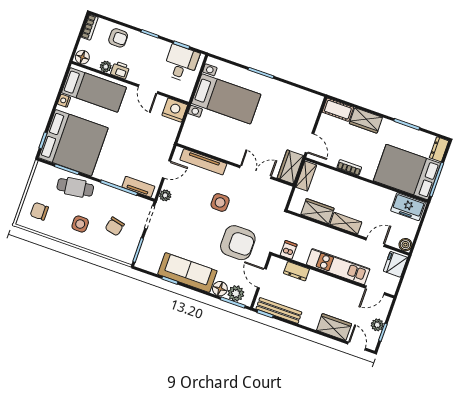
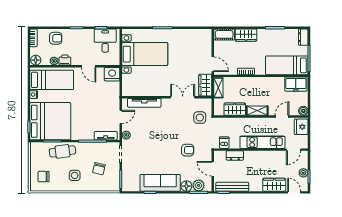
bed: (407, 172) -> (287, 65), width x0.67
side table: (220, 202) -> (200, 118), moved
armchair: (238, 243) -> (188, 150), width x0.53, depth x0.53

